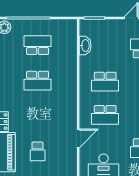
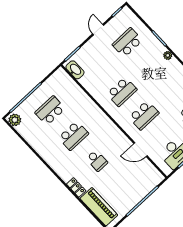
washbasin: (85, 46) -> (75, 70), moved
door: (78, 139) -> (140, 150), swing flipped
school desk: (38, 151) -> (97, 161), moved

